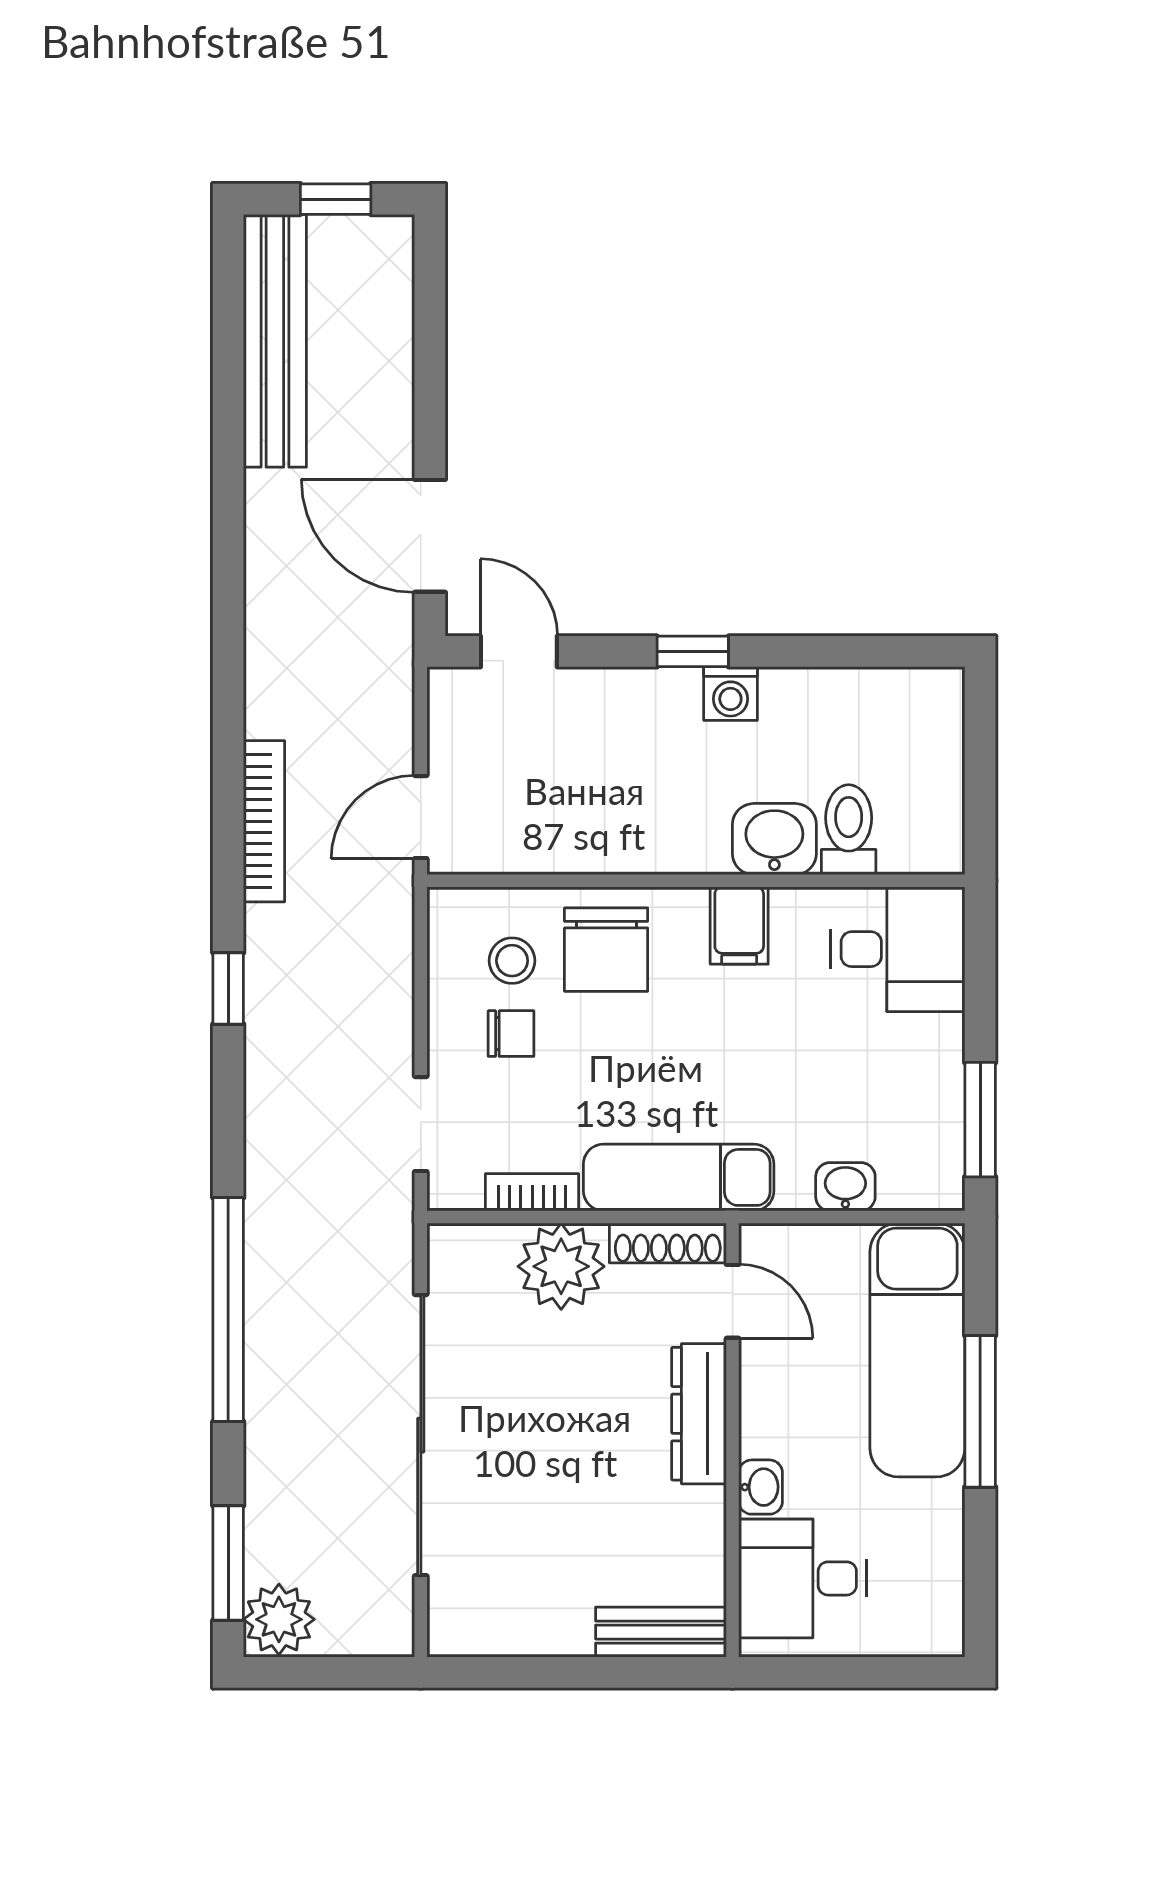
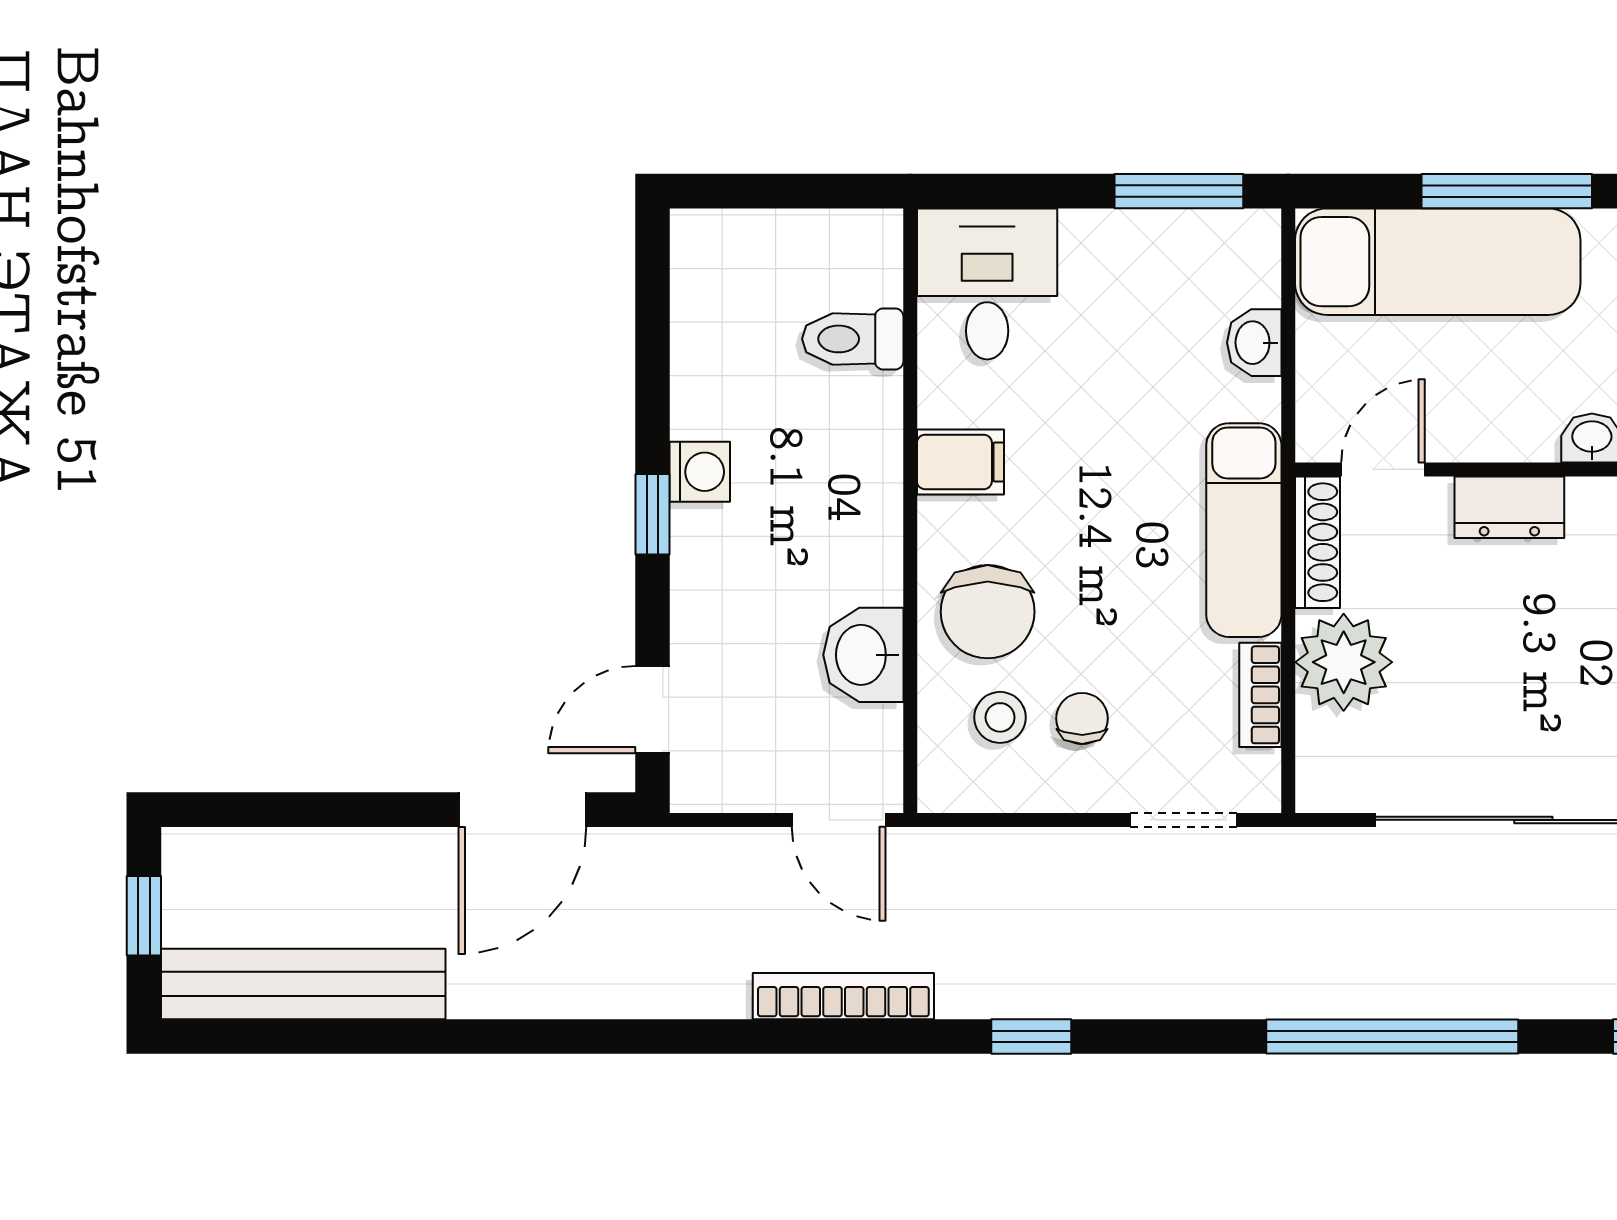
washbasin: (774, 839) -> (863, 655), moved
chair: (606, 950) -> (988, 612), turned 90
dresser: (699, 1414) -> (1509, 507), width x0.70

